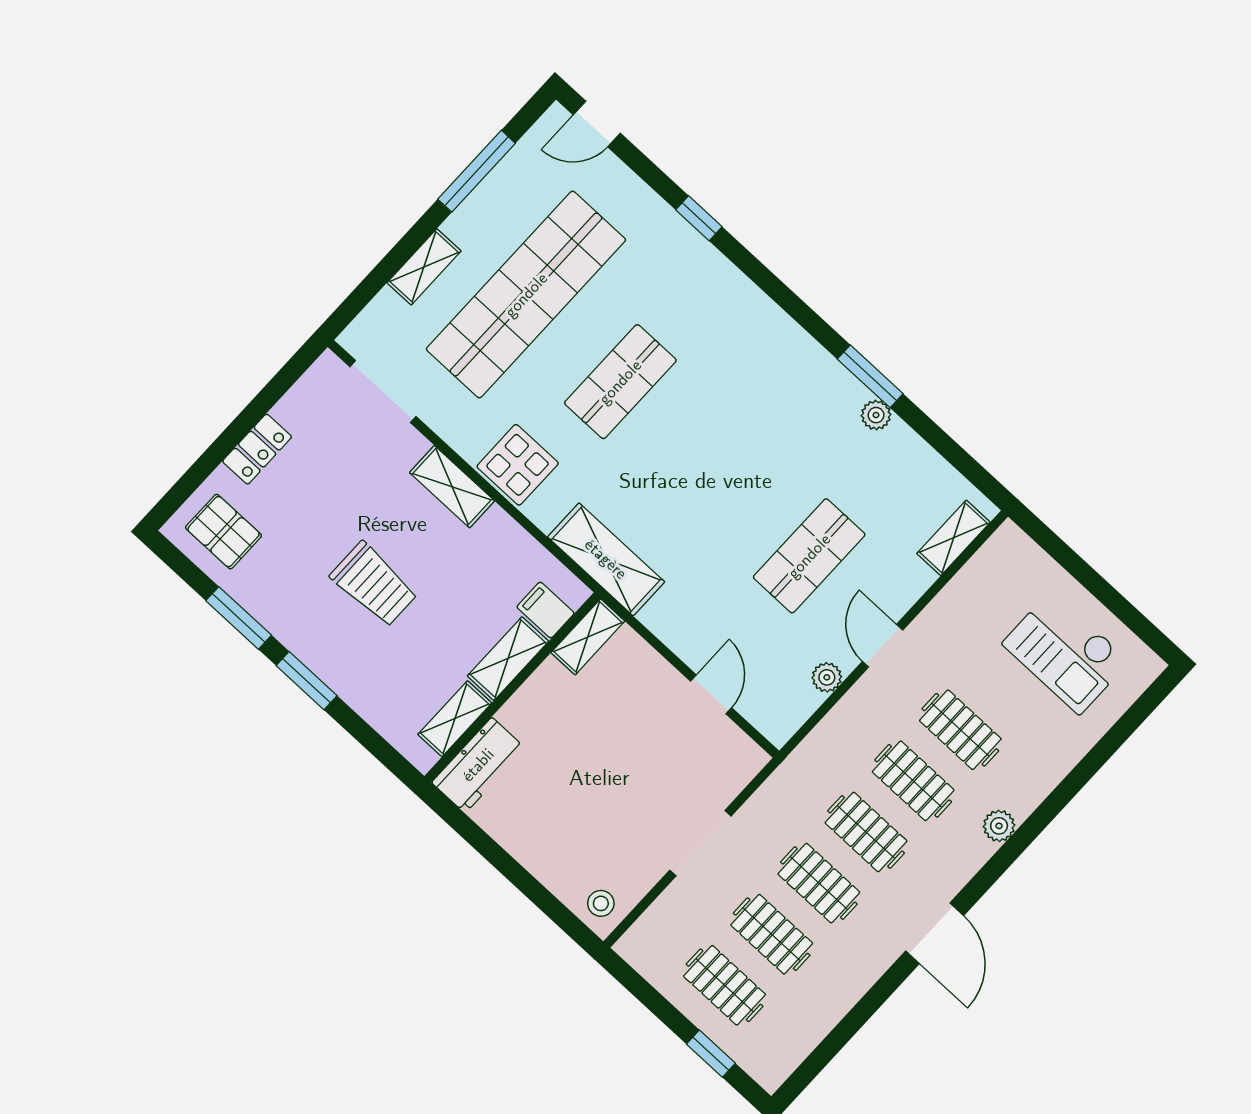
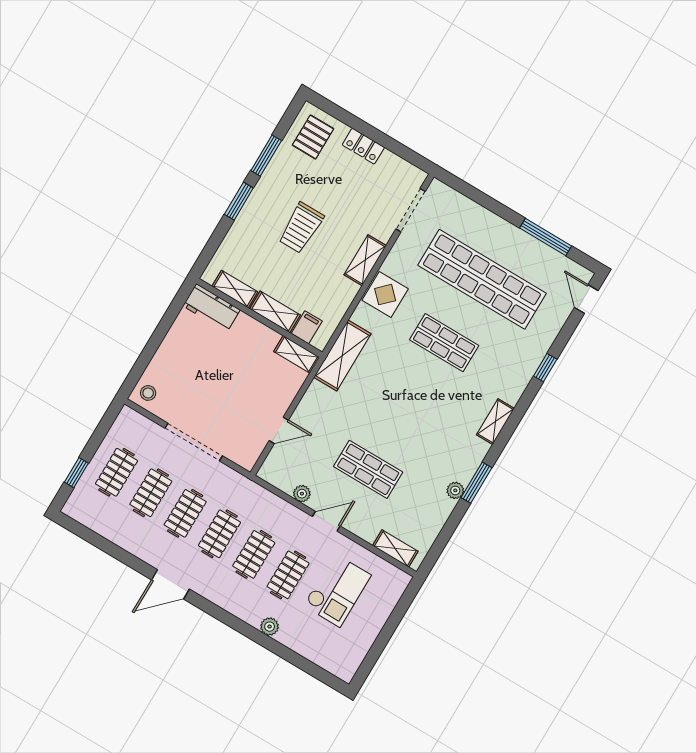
shelving: (424, 267) -> (495, 422), moved, turned 90
checkout: (1066, 652) -> (337, 590), moved, turned 180
plant: (999, 826) -> (270, 627), moved
doorway: (700, 843) -> (194, 442), width x1.36

